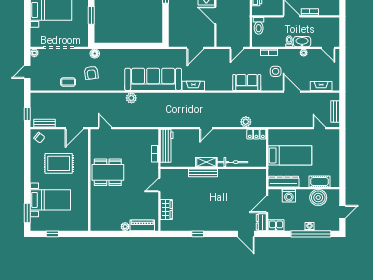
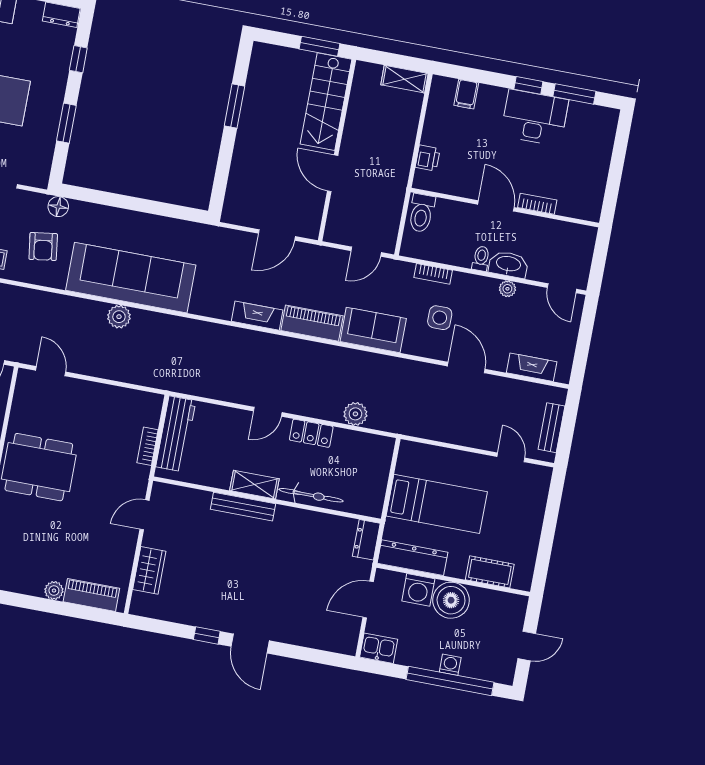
sofa: (153, 79) -> (131, 278), moved
piano: (219, 85) -> (312, 323), added
locker: (256, 134) -> (311, 433), moved
boiler: (318, 198) -> (451, 600), moved
dresser: (261, 222) -> (366, 540), moved
door: (246, 234) -> (250, 644), moved

